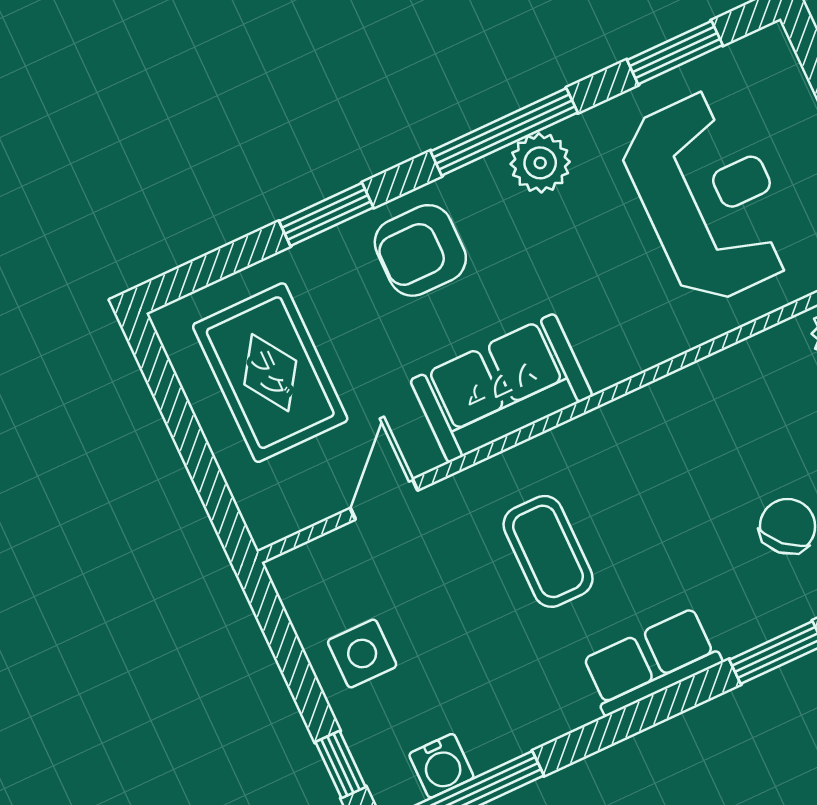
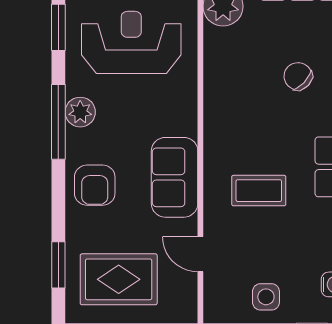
window: (326, 214) -> (58, 265), moved

